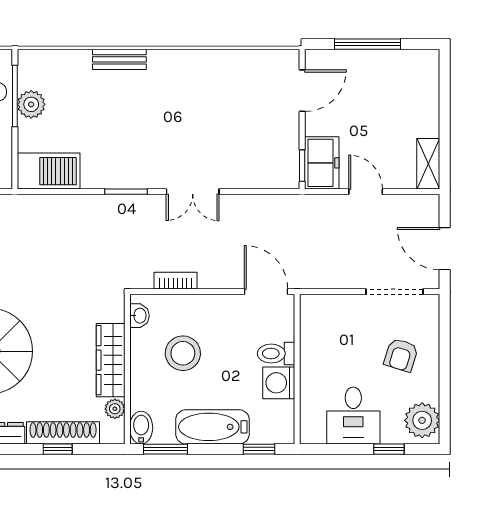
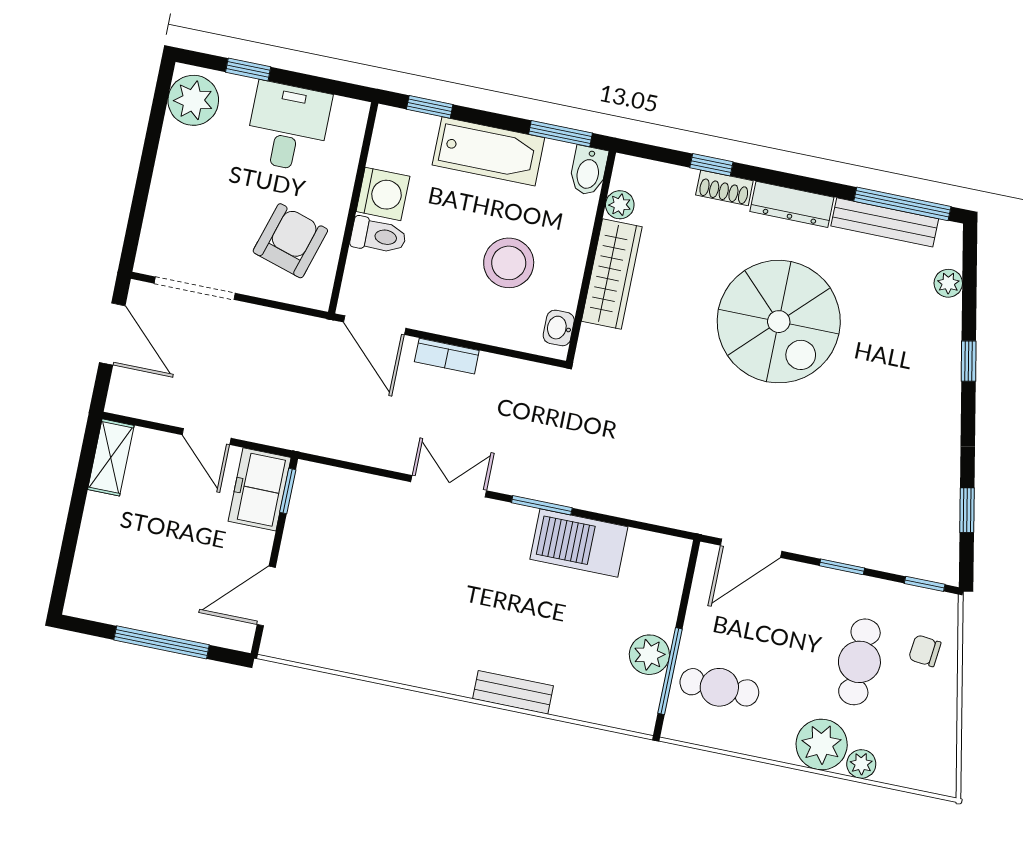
barbecue: (49, 171) -> (579, 543), moved
bookcase: (176, 281) -> (447, 356), moved
armchair: (401, 355) -> (290, 241), moved, width x1.38, depth x1.38
shoe rack: (63, 433) -> (724, 188), width x0.51, depth x0.81

